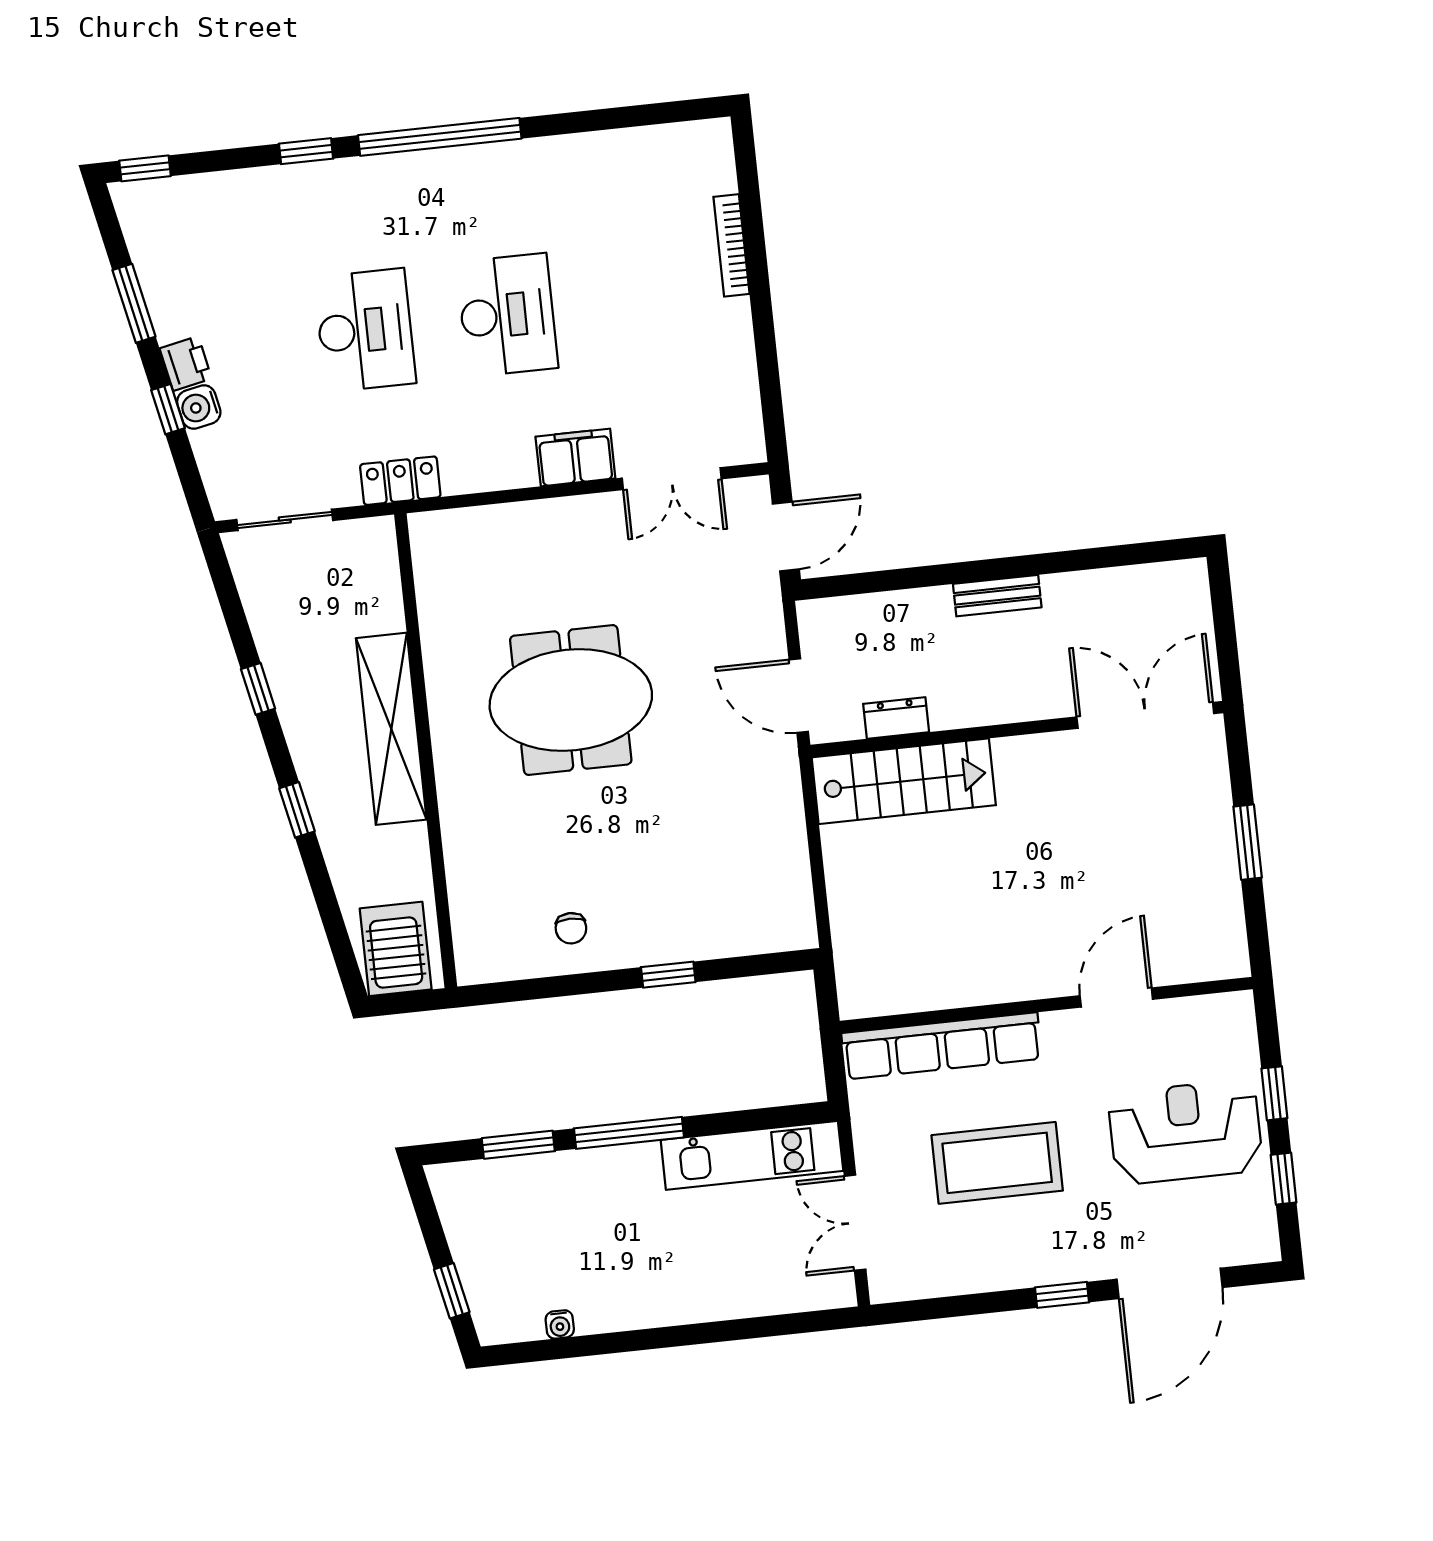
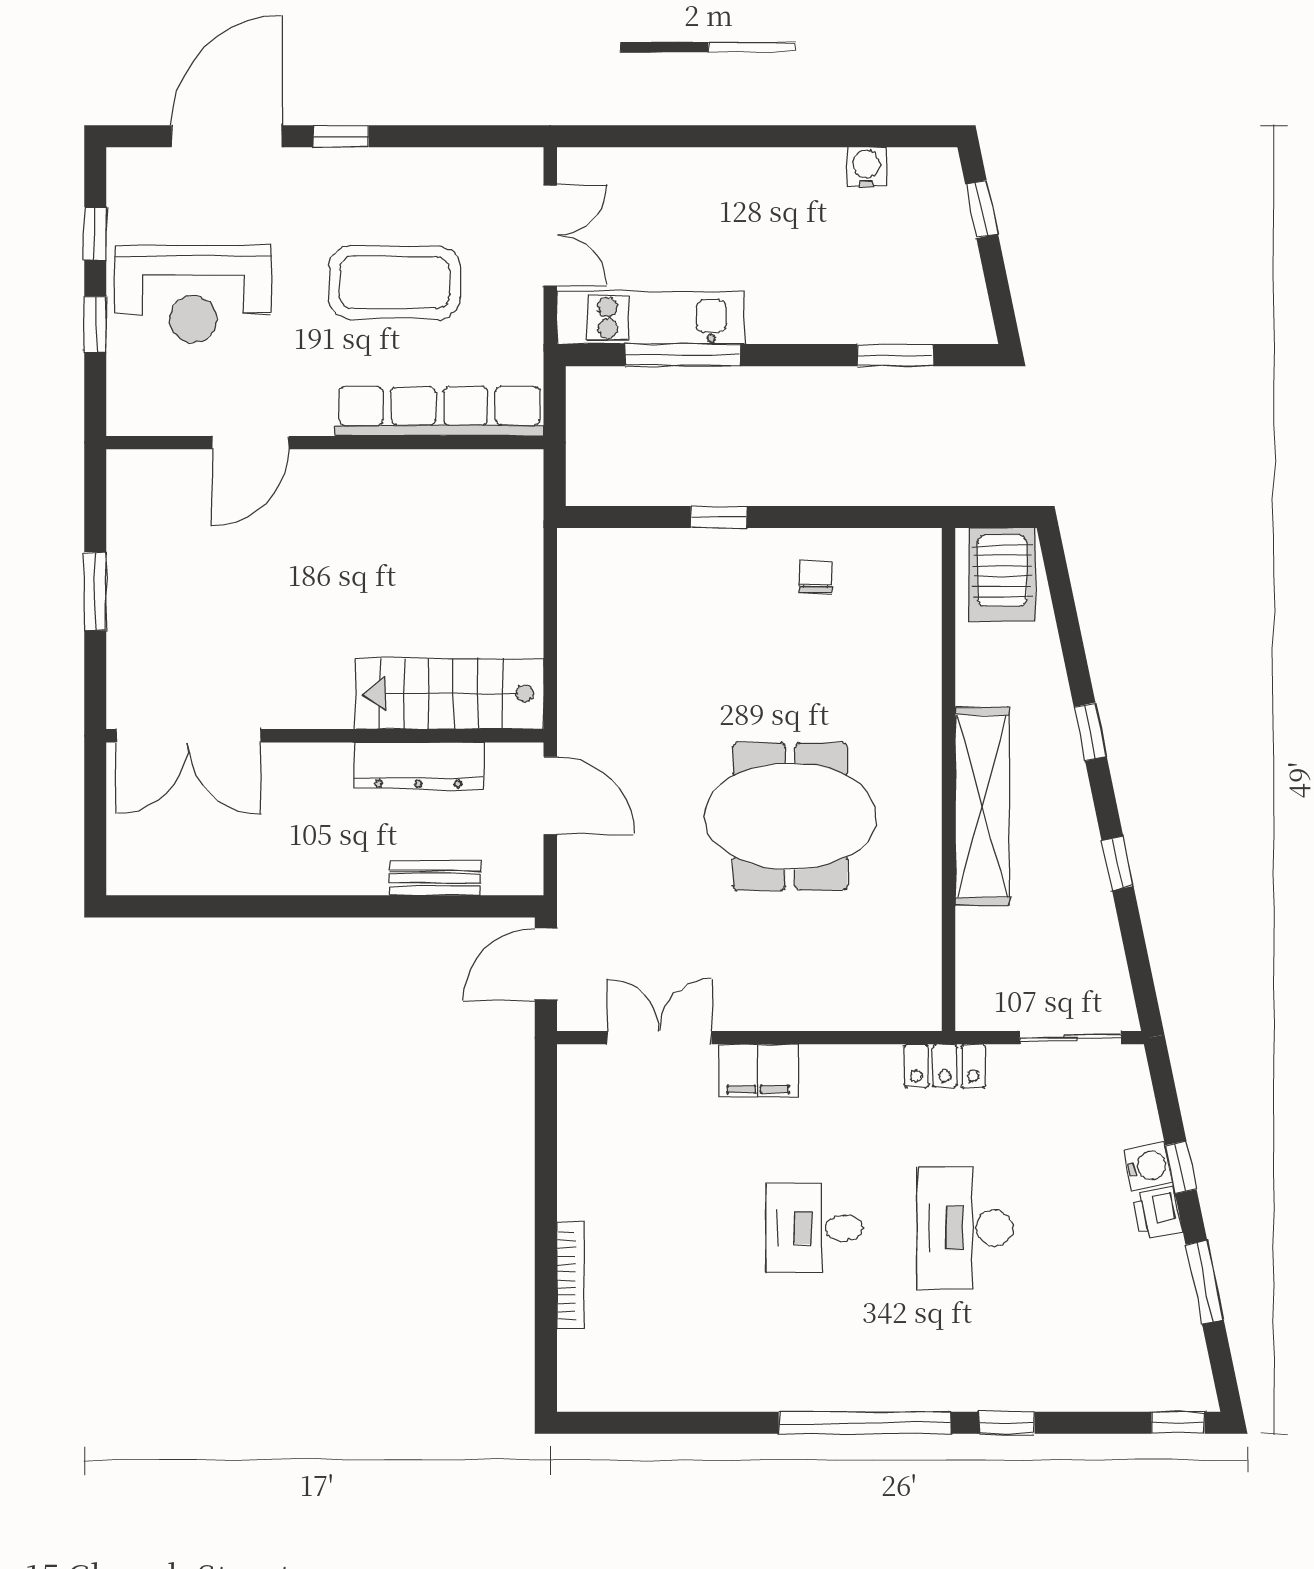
desk: (507, 315) -> (814, 1228), width x0.73
bench: (997, 596) -> (435, 878), moved
dresser: (896, 718) -> (419, 766), width x1.96, depth x1.24
window: (629, 1133) -> (683, 355), moved
water cooler: (560, 1324) -> (866, 167), width x1.38, depth x1.38

